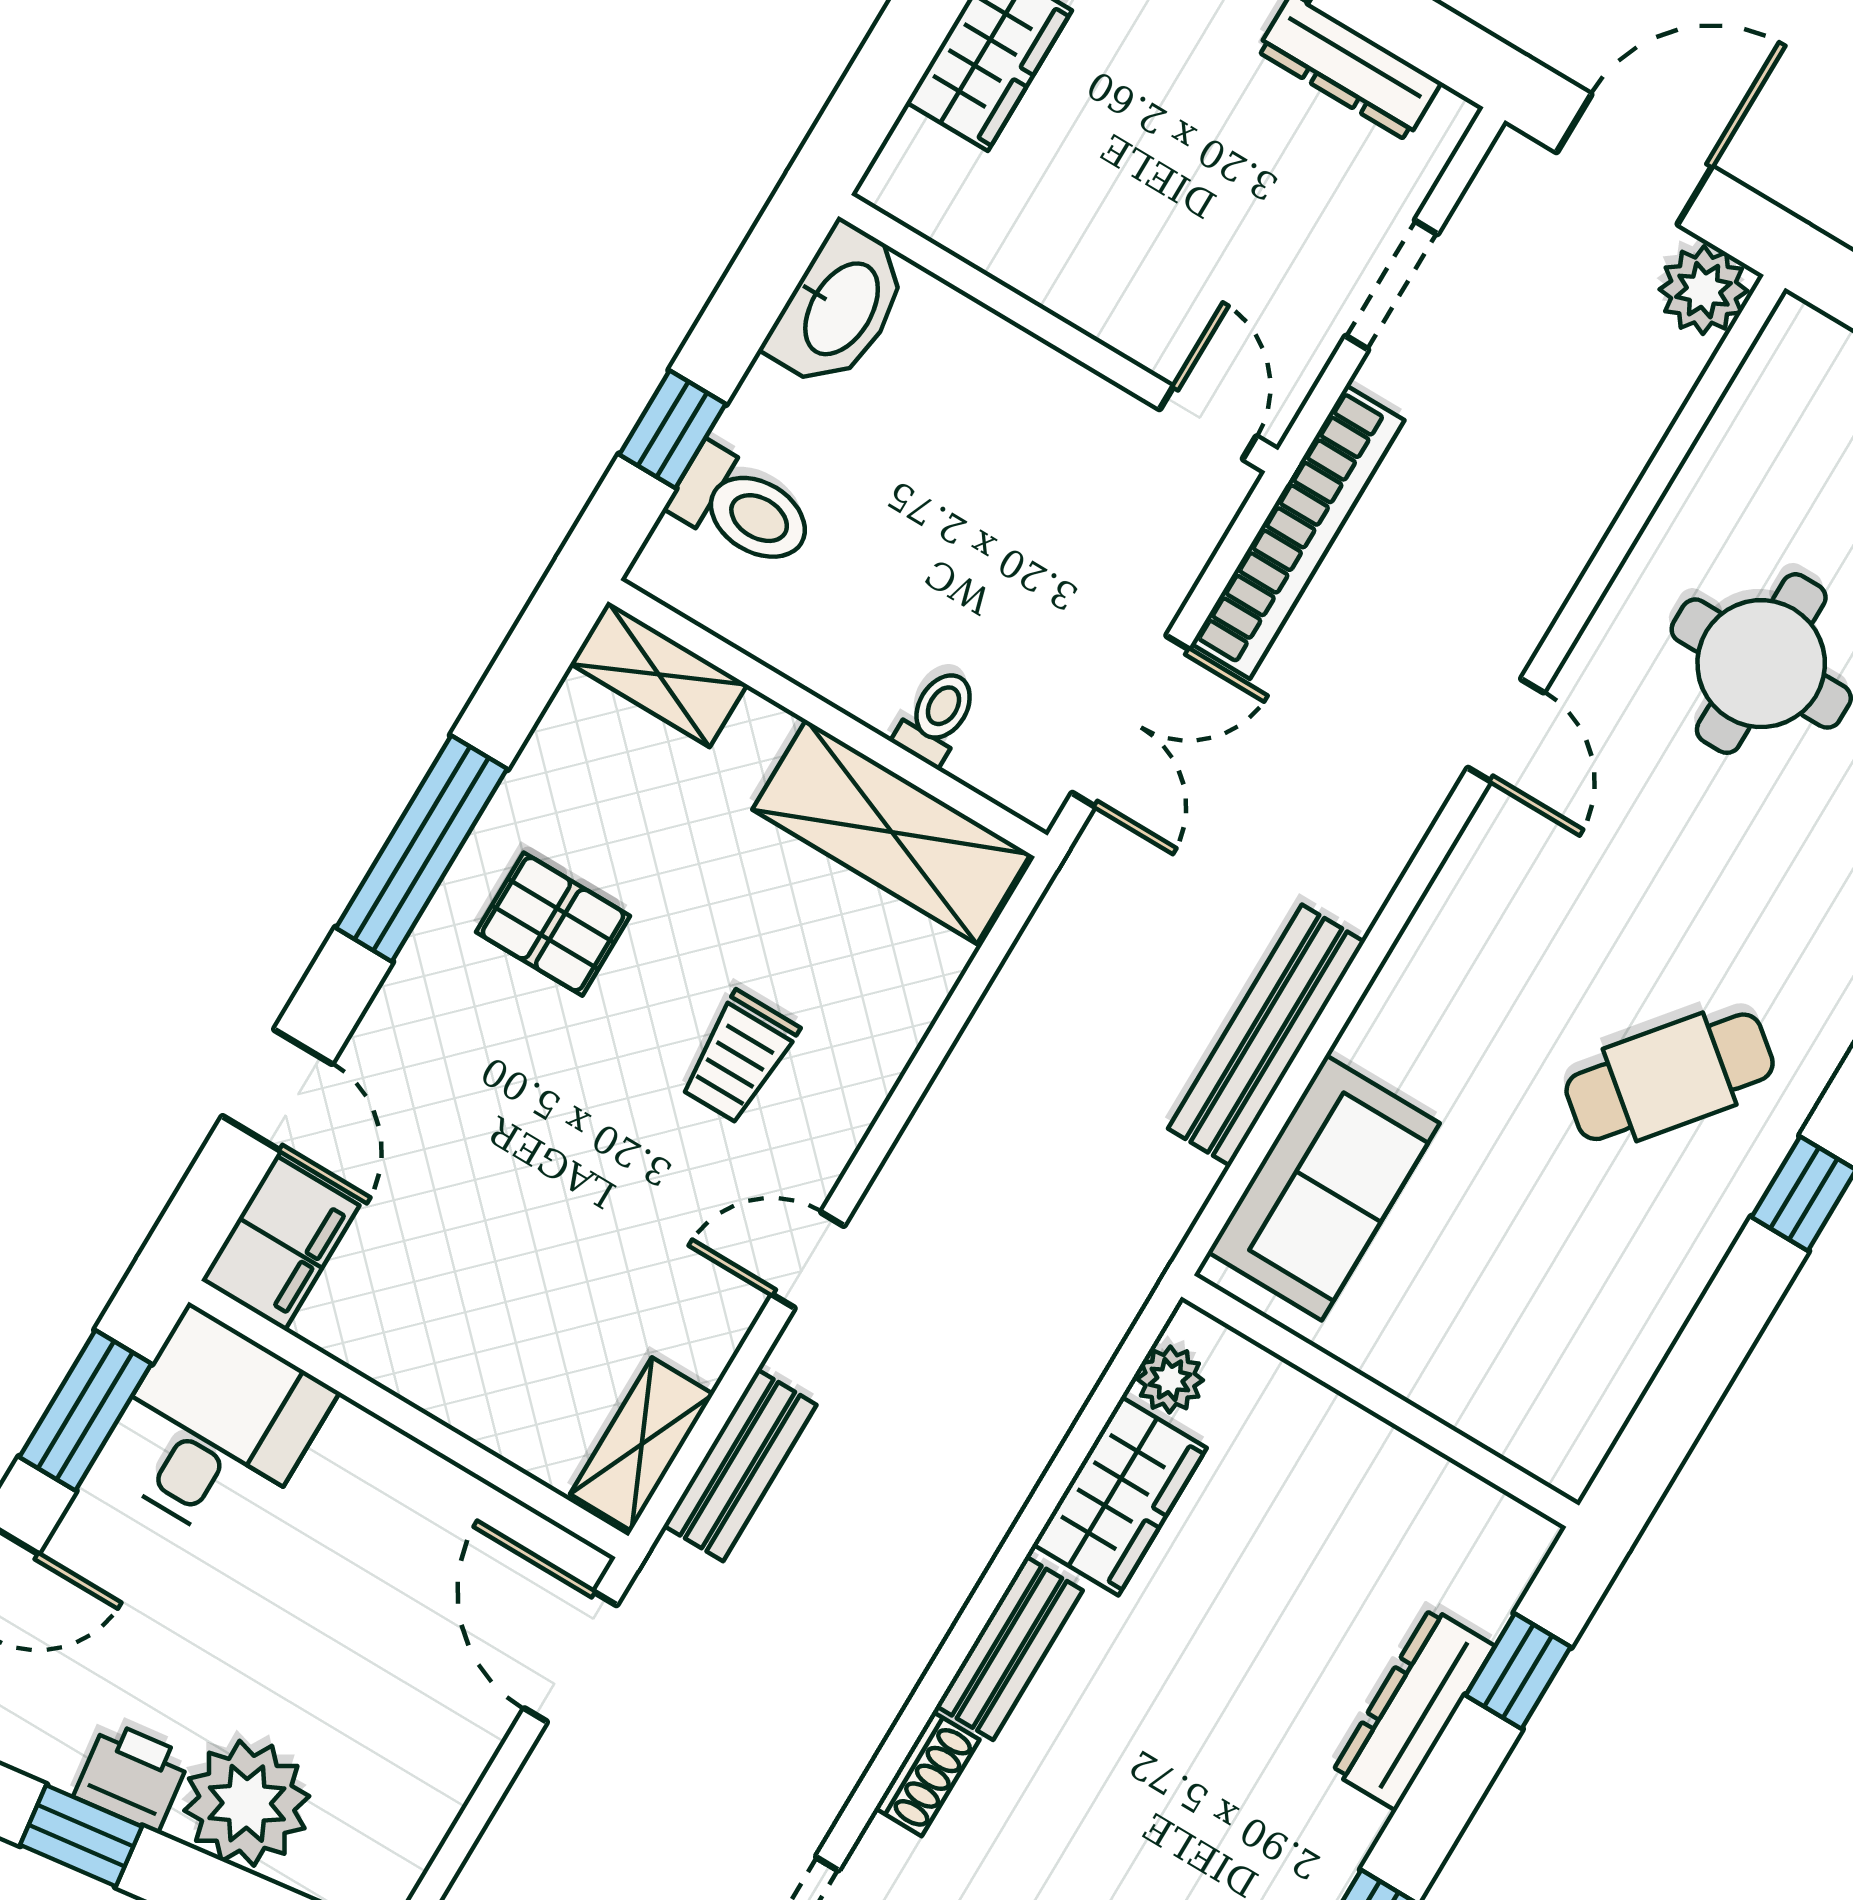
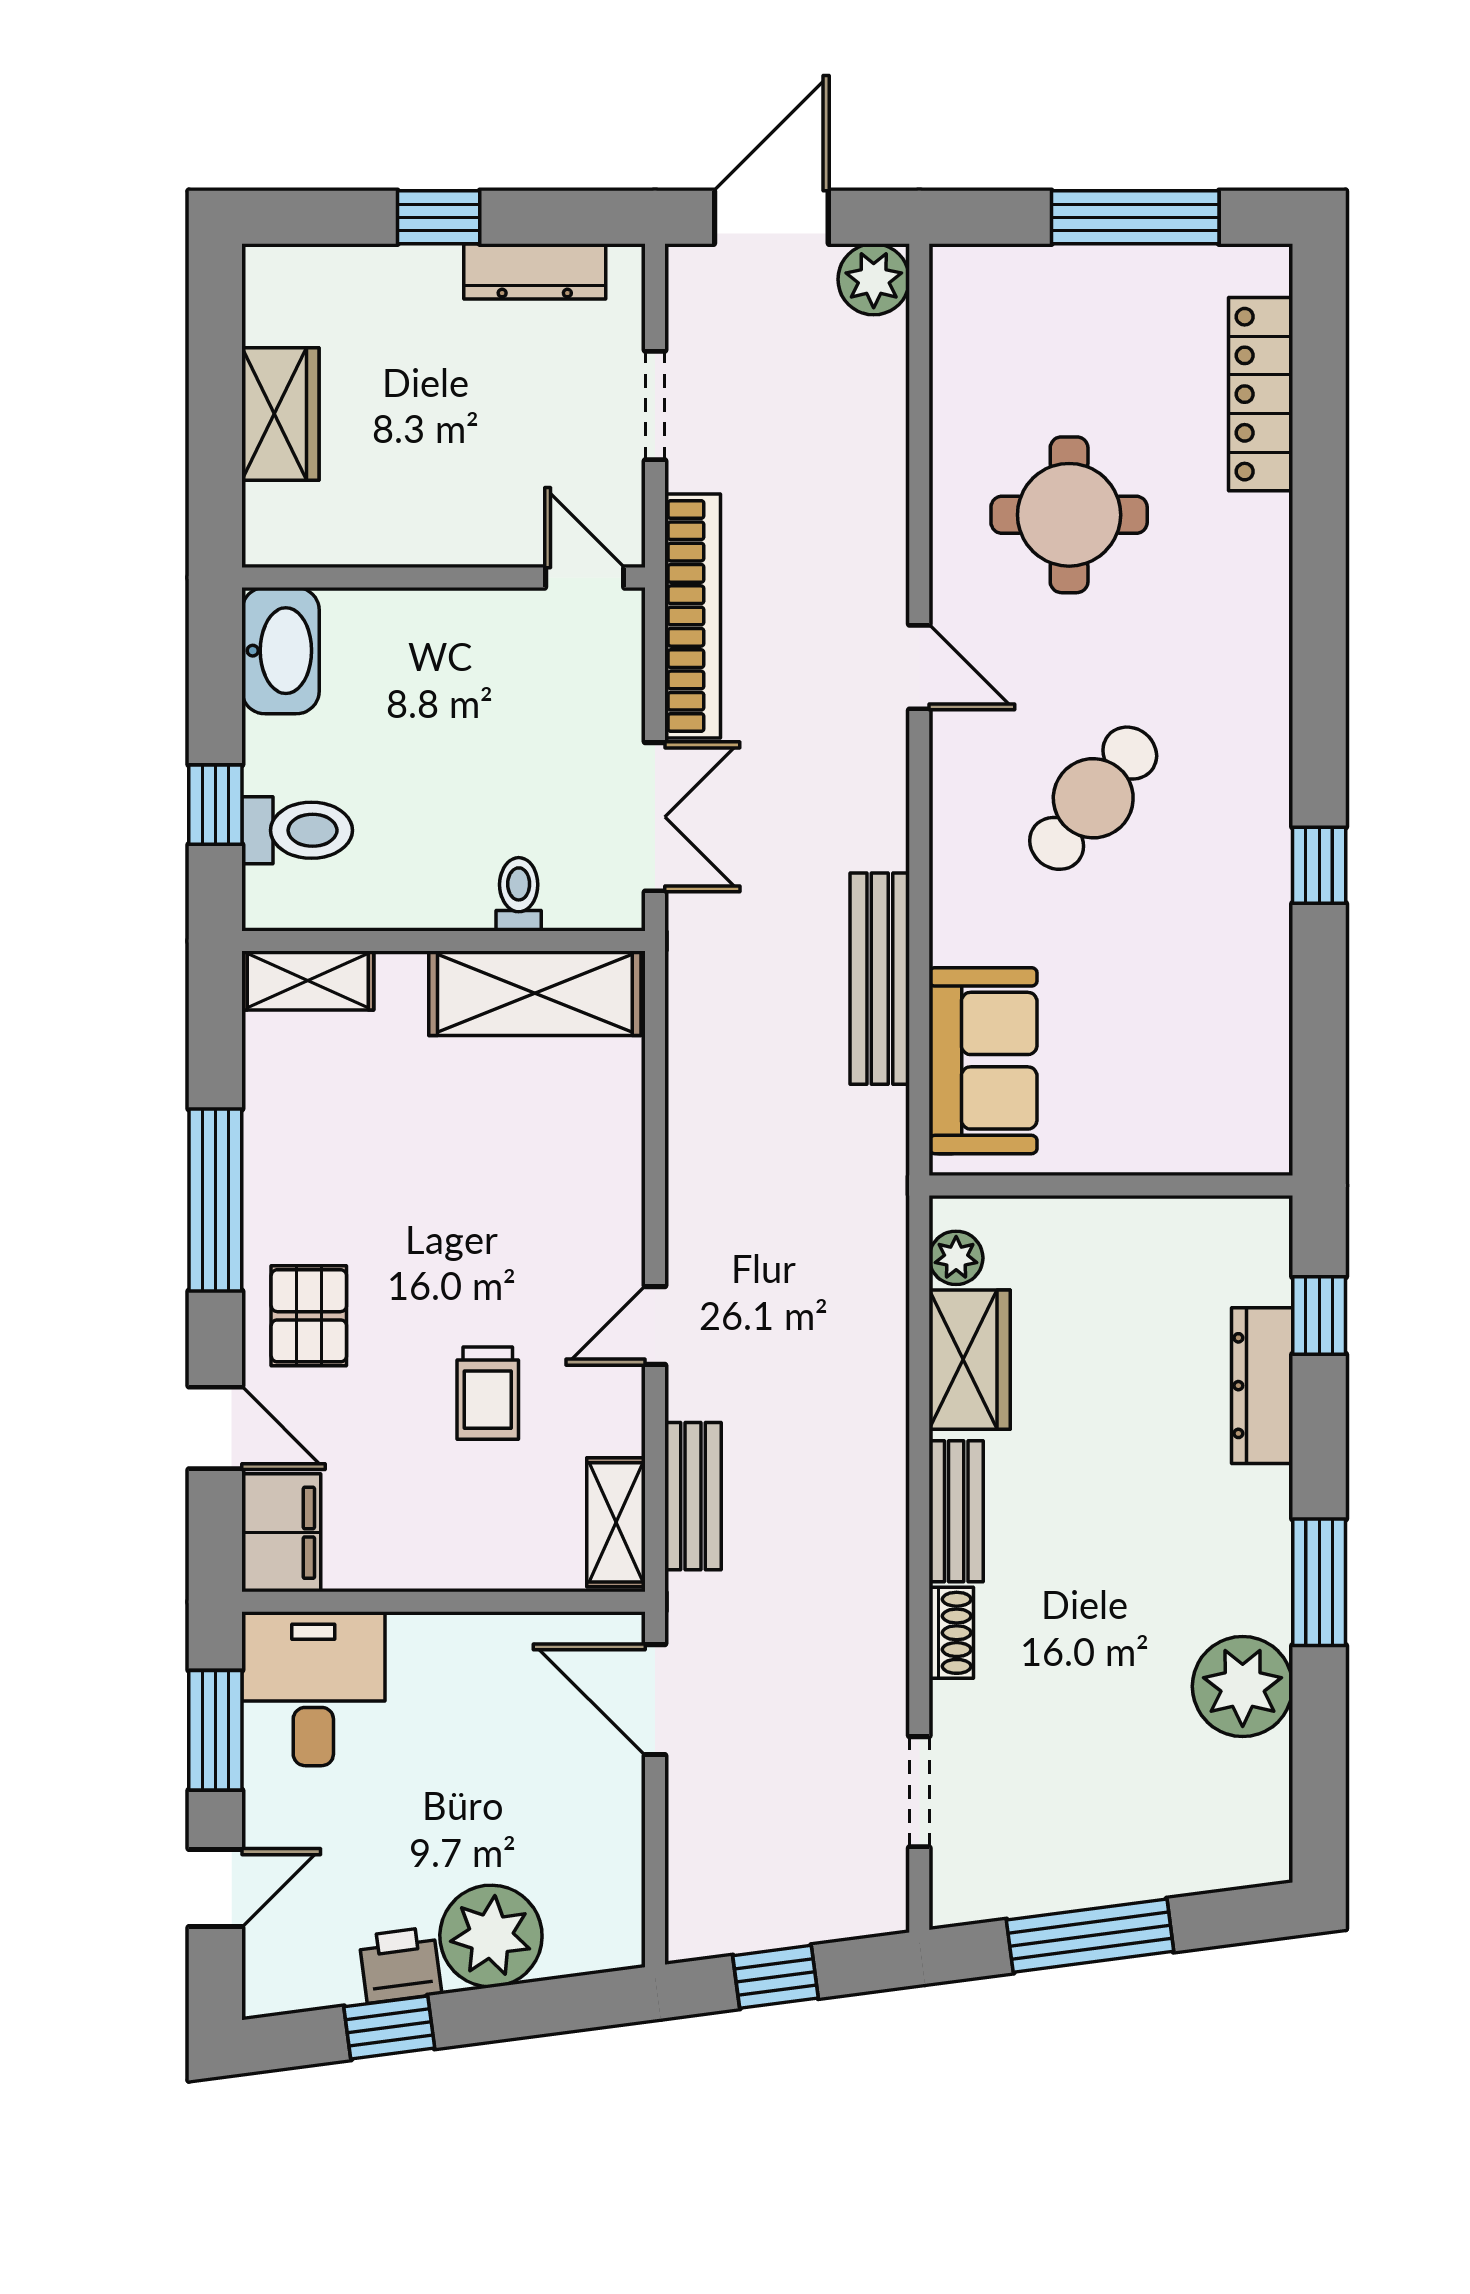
pallet: (553, 924) -> (309, 1316), moved, turned 90
trolley: (739, 1058) -> (488, 1393), moved
cafe table: (1670, 1077) -> (1093, 798), moved

